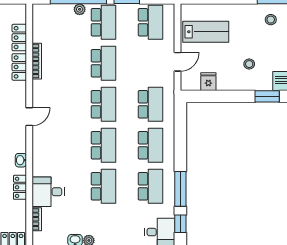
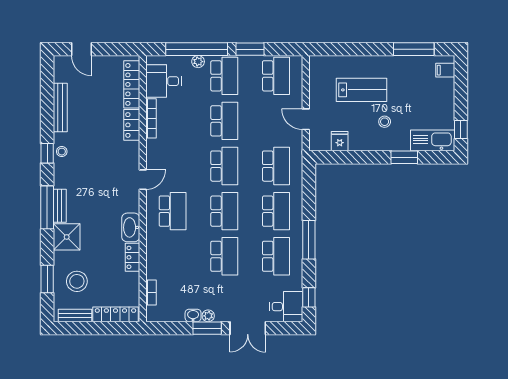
stool: (271, 20) -> (408, 73), removed
lab bench: (206, 32) -> (362, 90), moved
locker: (19, 38) -> (132, 84), width x1.53
door: (178, 62) -> (306, 119), swing flipped
school desk: (56, 145) -> (173, 211), added
washbasin: (21, 160) -> (131, 227), width x1.91, depth x1.45
window: (180, 189) -> (309, 240), moved
desk: (48, 192) -> (164, 81), moved

